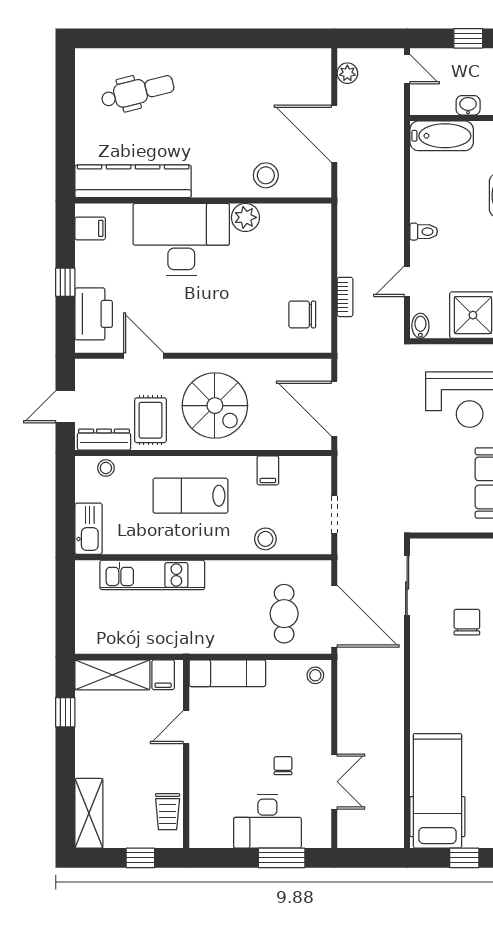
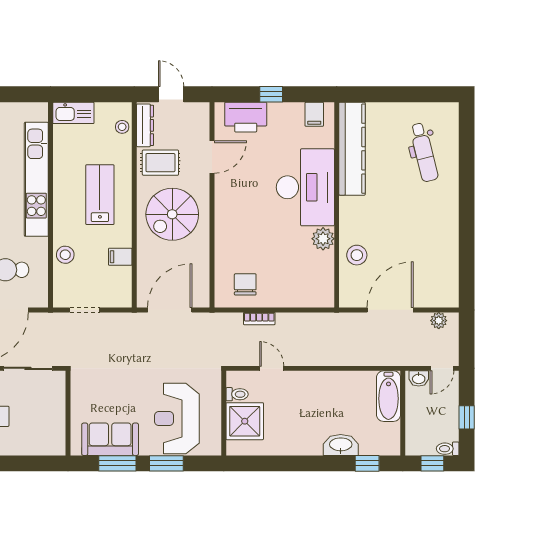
washbasin: (468, 105) -> (419, 378), moved, turned 90
toilet: (424, 232) -> (237, 394), moved, turned -90
bidet: (420, 326) -> (236, 379), removed
kitchen unit: (152, 575) -> (36, 179), width x1.36

